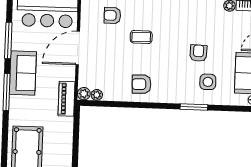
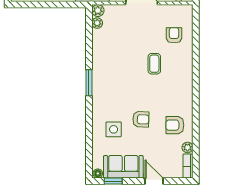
armchair: (142, 84) -> (175, 125), moved, turned -88
window: (194, 107) -> (89, 83), moved

